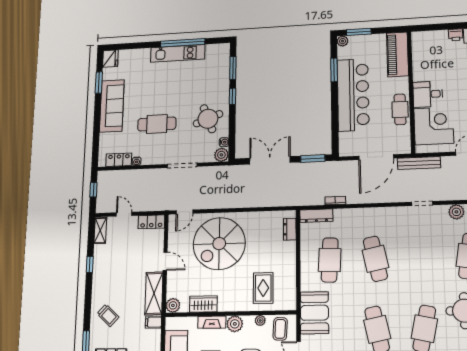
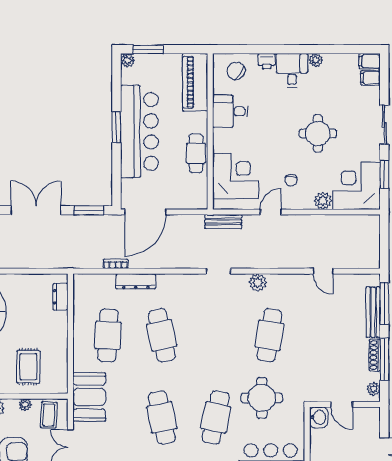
chair: (431, 44) -> (236, 71), added
window: (334, 70) -> (116, 127), moved
desk: (428, 94) -> (230, 111), moved
door: (376, 157) -> (145, 212), moved
bench: (419, 163) -> (223, 222), width x0.73
dresser: (316, 216) -> (136, 281), moved

